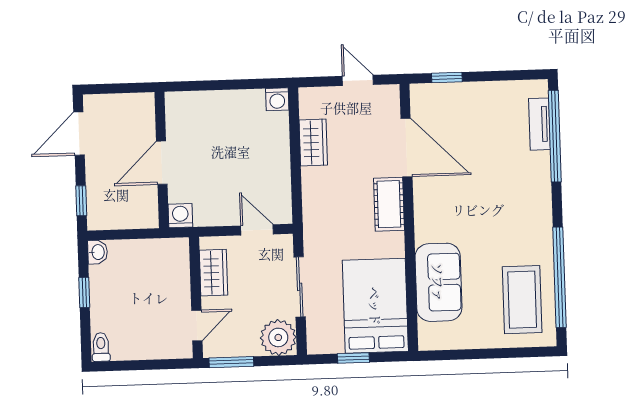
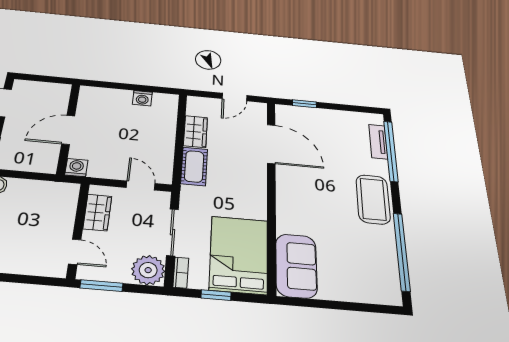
door: (358, 80) -> (235, 97), swing flipped
washing machine: (277, 99) -> (142, 98), moved
cot: (389, 204) -> (194, 166), moved
sofa: (438, 282) -> (296, 266), moved
coffee table: (522, 300) -> (373, 199), moved
door: (197, 325) -> (75, 252), hinge flipped
bookcase: (314, 336) -> (181, 273), added

